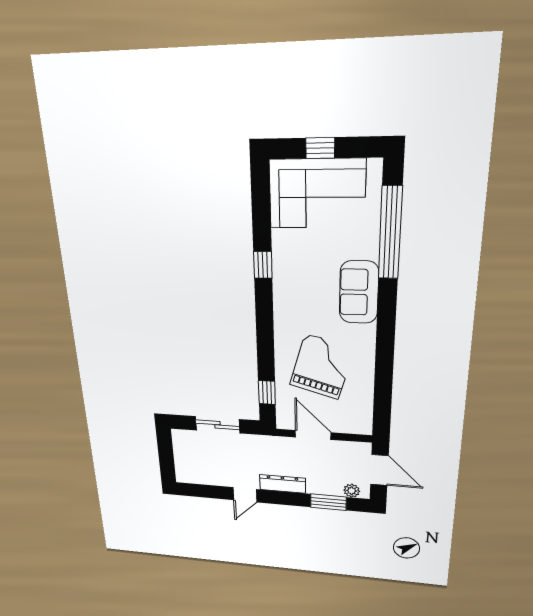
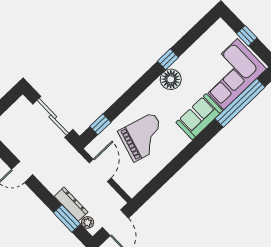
corner sofa: (317, 194) -> (231, 74), moved, turned 90
floor lamp: (288, 283) -> (171, 79), added
sliding door: (217, 425) -> (53, 117), width x1.37
dresser: (283, 484) -> (71, 204), moved

